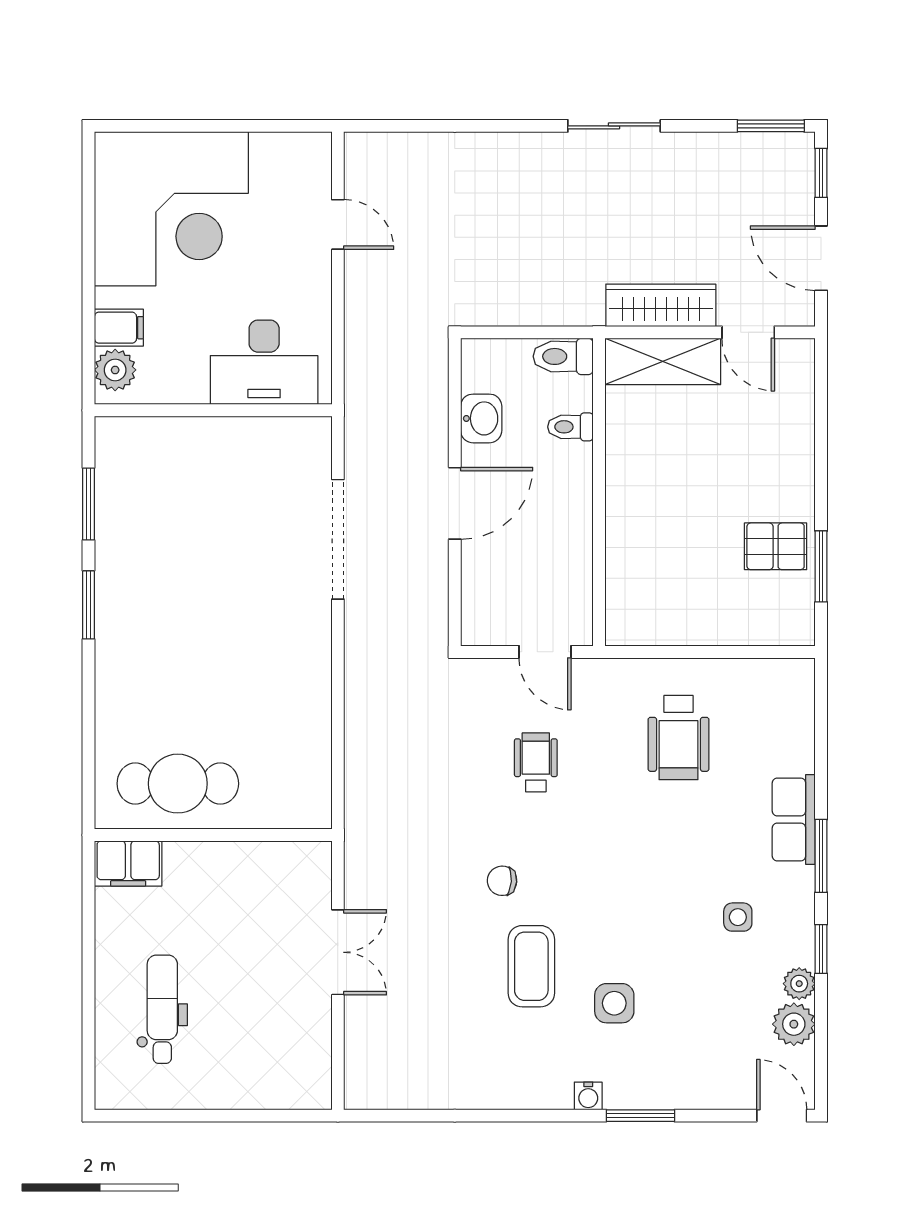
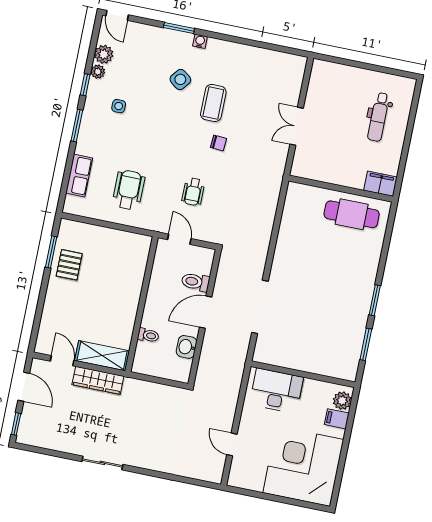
window: (771, 126) -> (34, 449), removed
toilet: (563, 356) -> (195, 282), moved, turned 180
pallet: (776, 546) -> (69, 265), turned 90
row of seats: (794, 819) -> (79, 175), moved
side table: (614, 1003) -> (180, 79), turned 38

